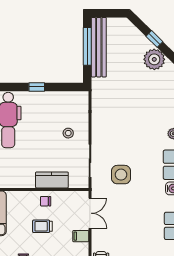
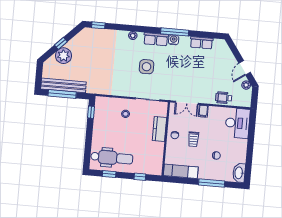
plant: (154, 59) -> (64, 56), moved
window: (37, 87) -> (91, 112), moved
side table: (121, 175) -> (146, 67), moved
double door: (90, 213) -> (187, 103), swing flipped

